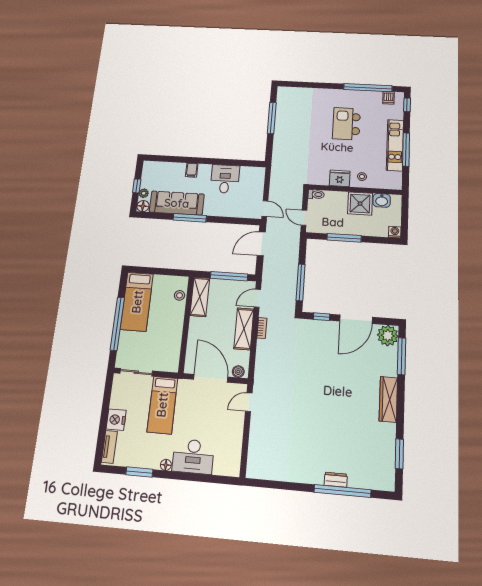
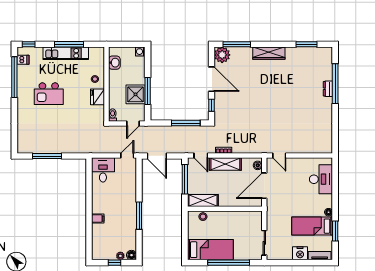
desk: (225, 179) -> (103, 170), moved, turned 90
sofa: (177, 203) -> (127, 228), removed
shower: (360, 204) -> (135, 94), moved
bed: (162, 405) -> (312, 226), moved, turned 180
desk: (193, 456) -> (321, 179), moved

